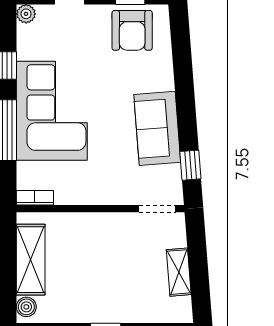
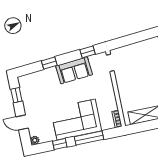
armchair: (132, 30) -> (32, 91), removed
window: (184, 79) -> (49, 63), added
shelving: (179, 272) -> (137, 47), removed

